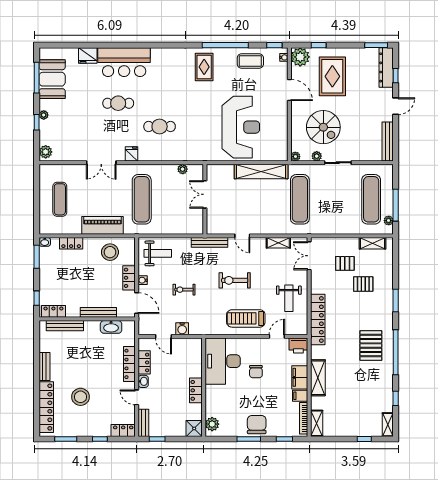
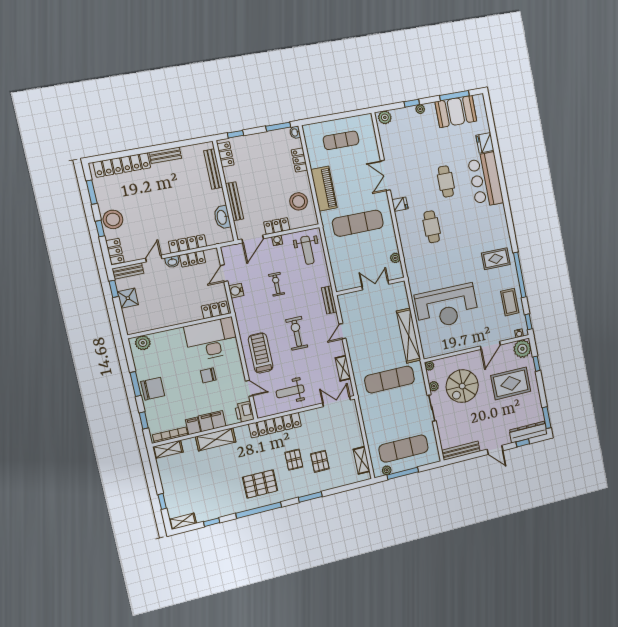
bench: (209, 242) -> (329, 300), width x0.73
pallet: (345, 263) -> (294, 460), moved
locker: (196, 390) -> (215, 310), moved
stool: (80, 397) -> (113, 219), moved
shower: (194, 428) -> (128, 298), moved

